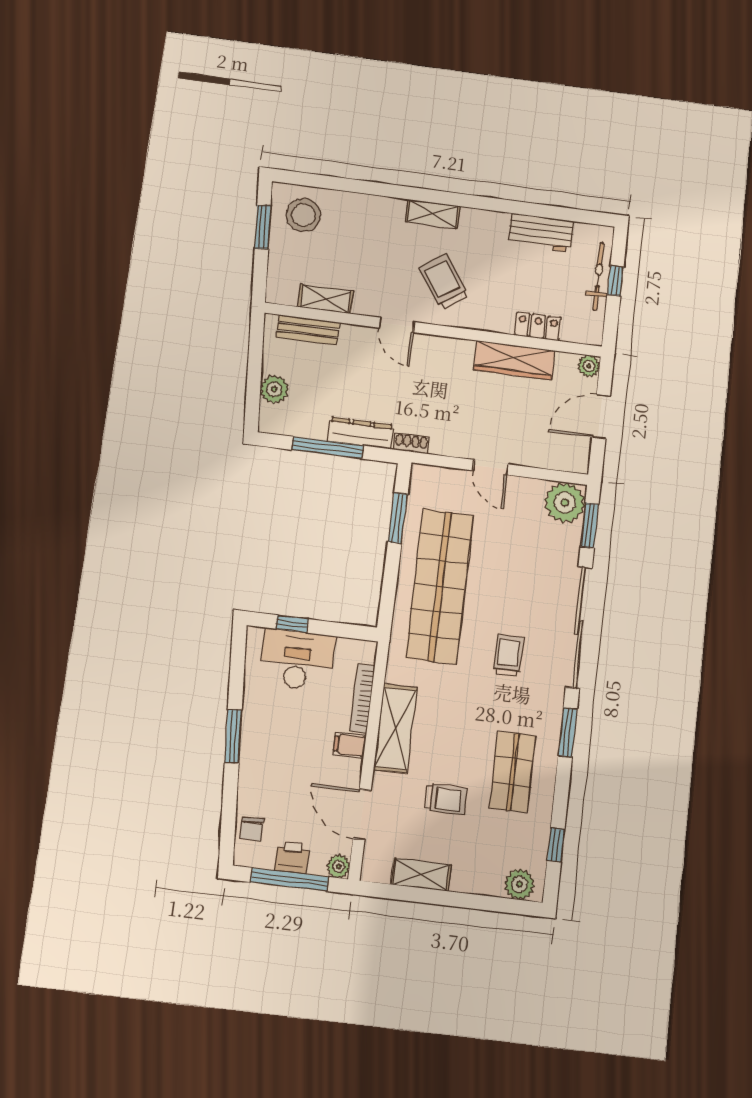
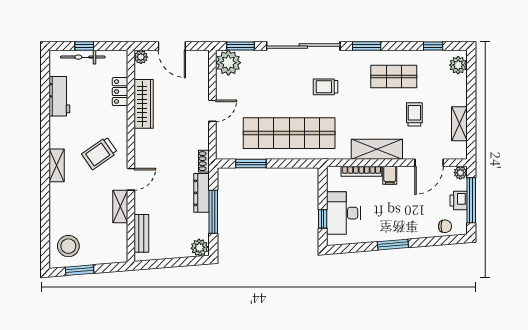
shelving: (326, 299) -> (120, 207), moved
plant: (274, 389) -> (200, 248), moved

